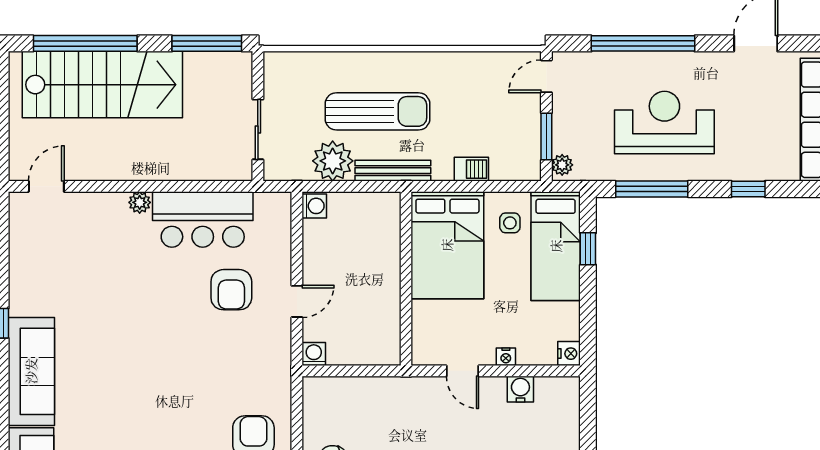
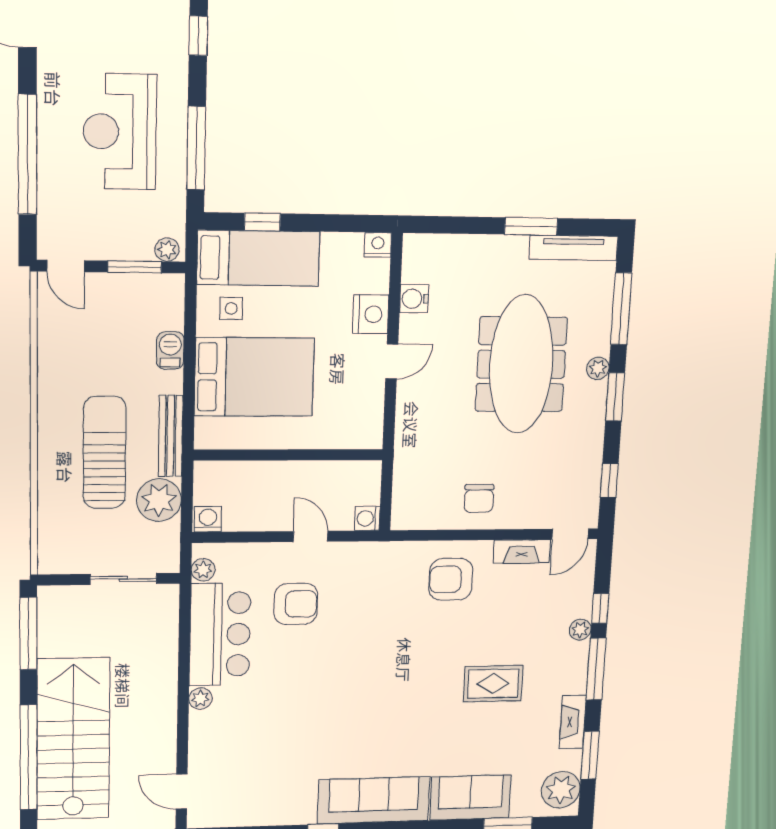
plant: (266, 203) -> (203, 570), added
wall: (406, 279) -> (289, 455), moved
nightstand: (506, 357) -> (371, 314), width x1.89, depth x1.79

